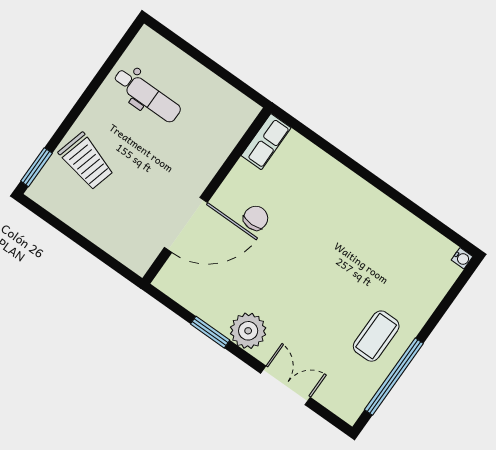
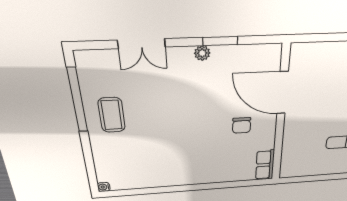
door: (186, 225) -> (283, 93), hinge flipped
plant: (248, 331) -> (202, 53), width x0.53, depth x0.53

